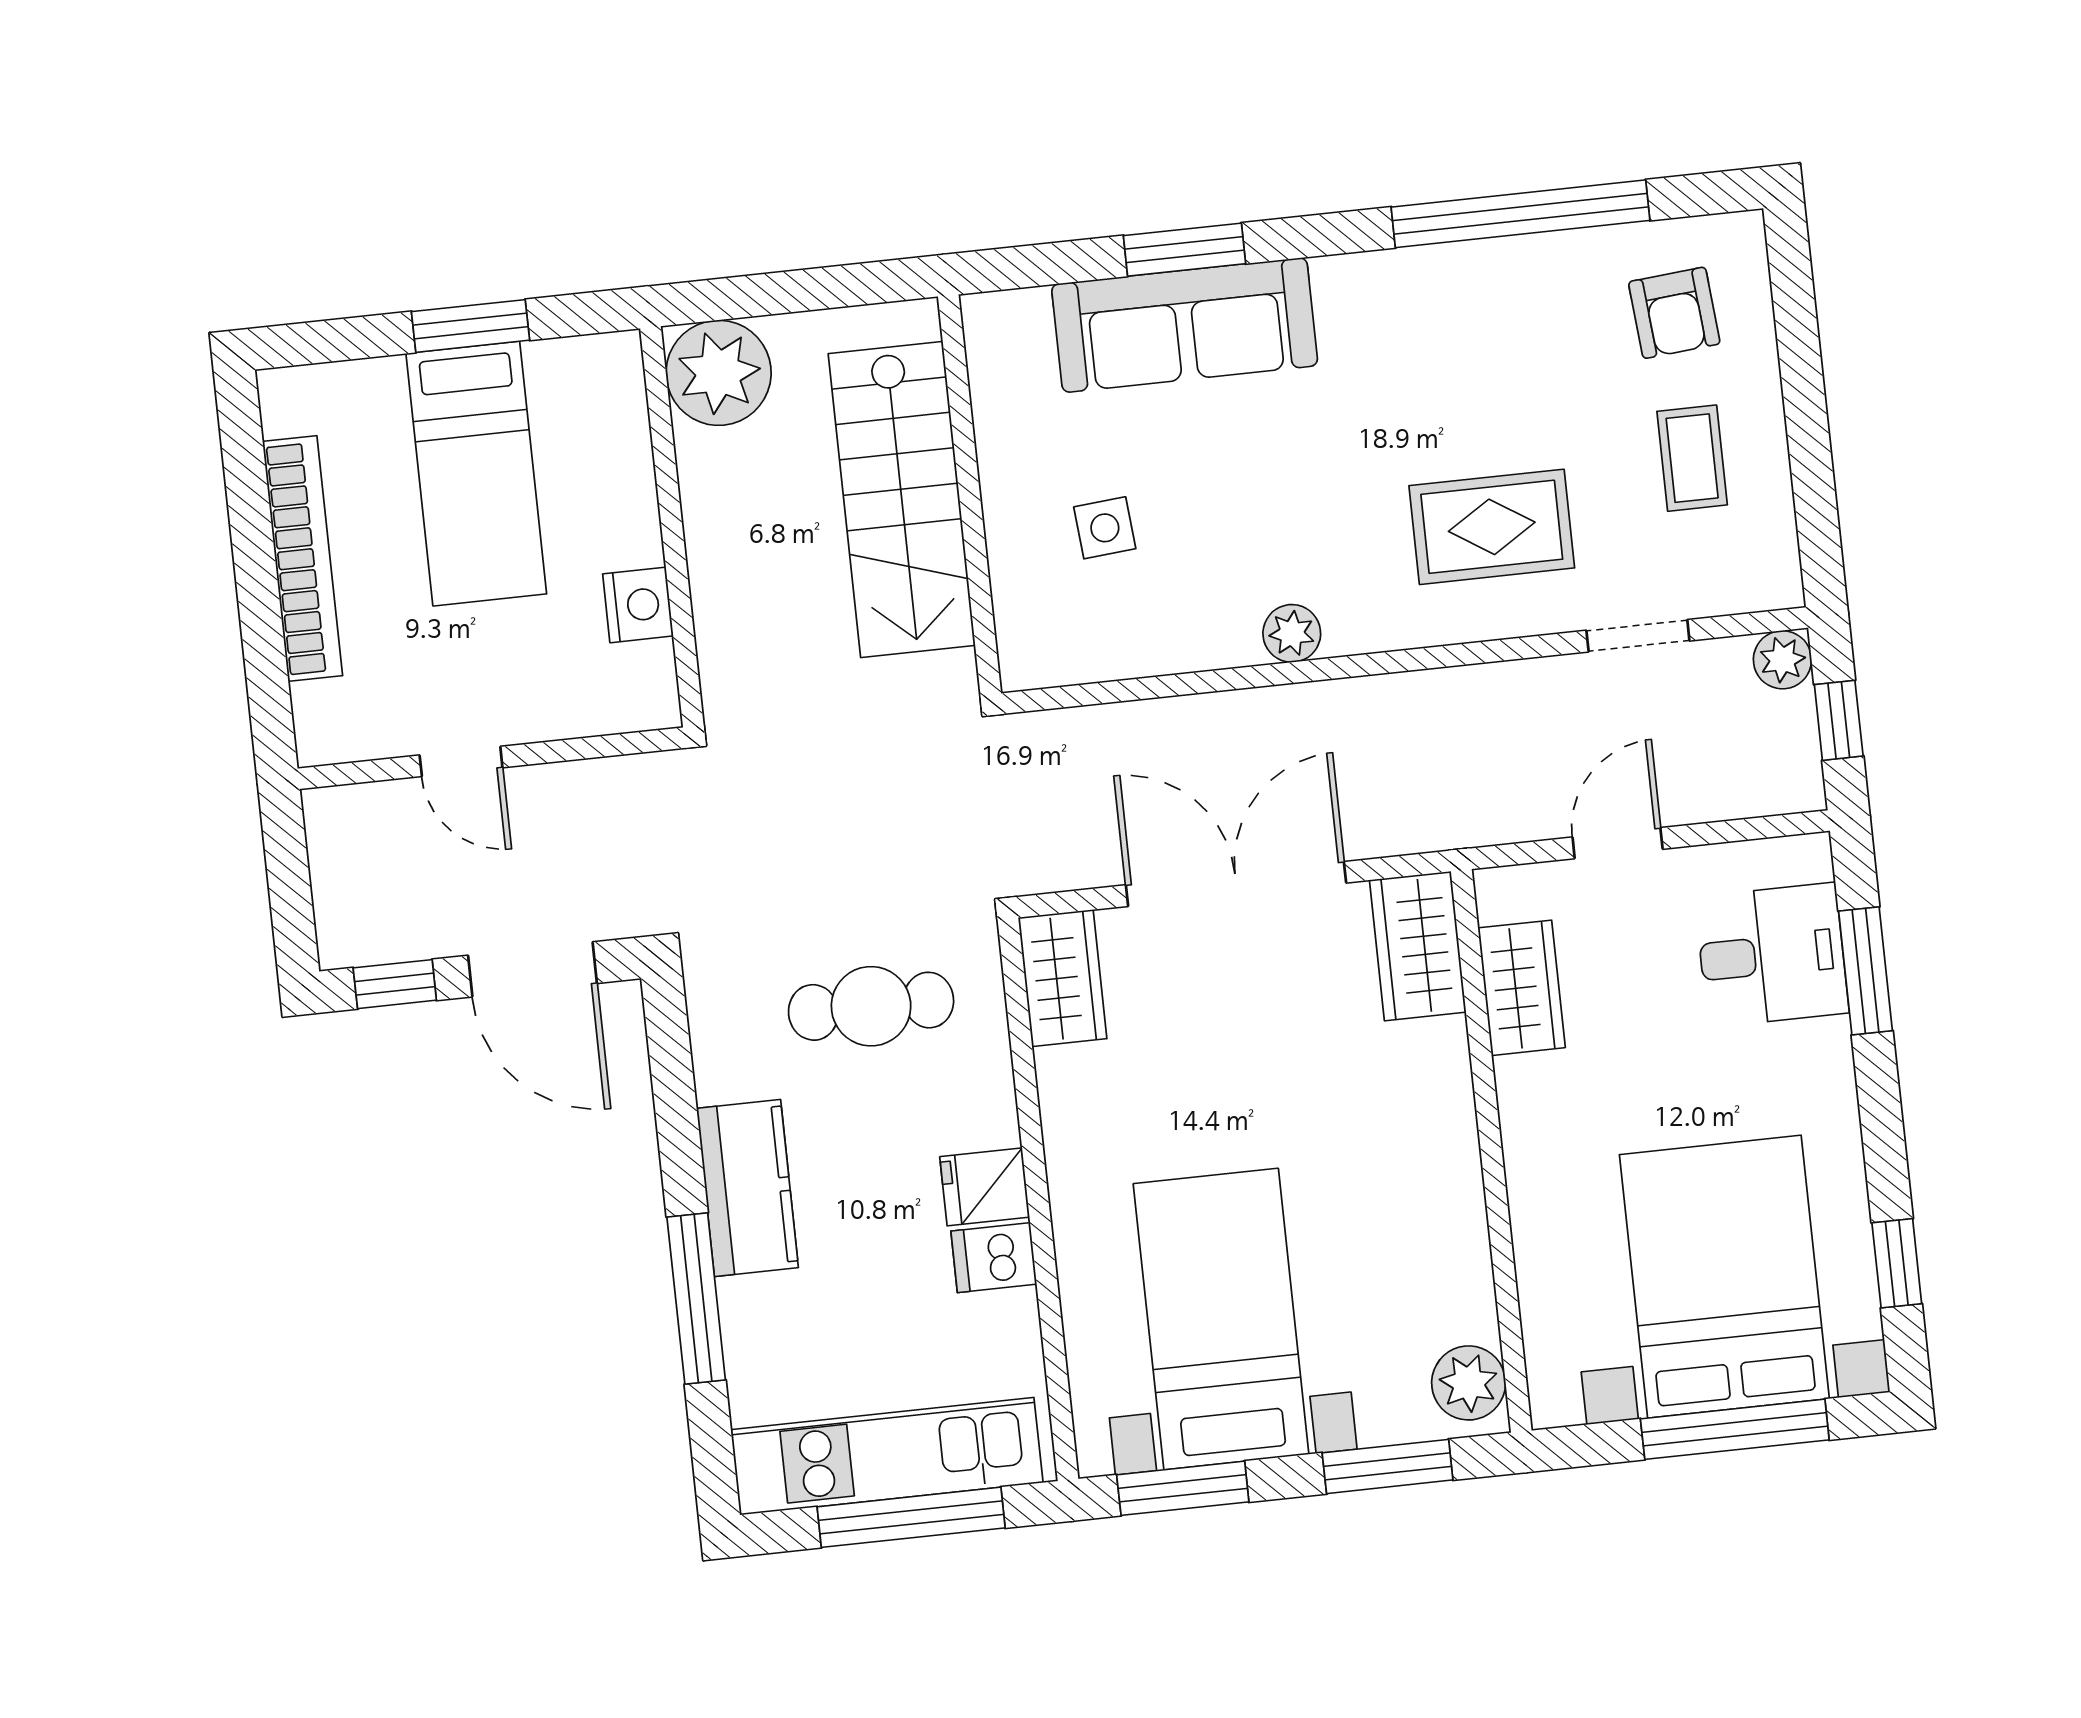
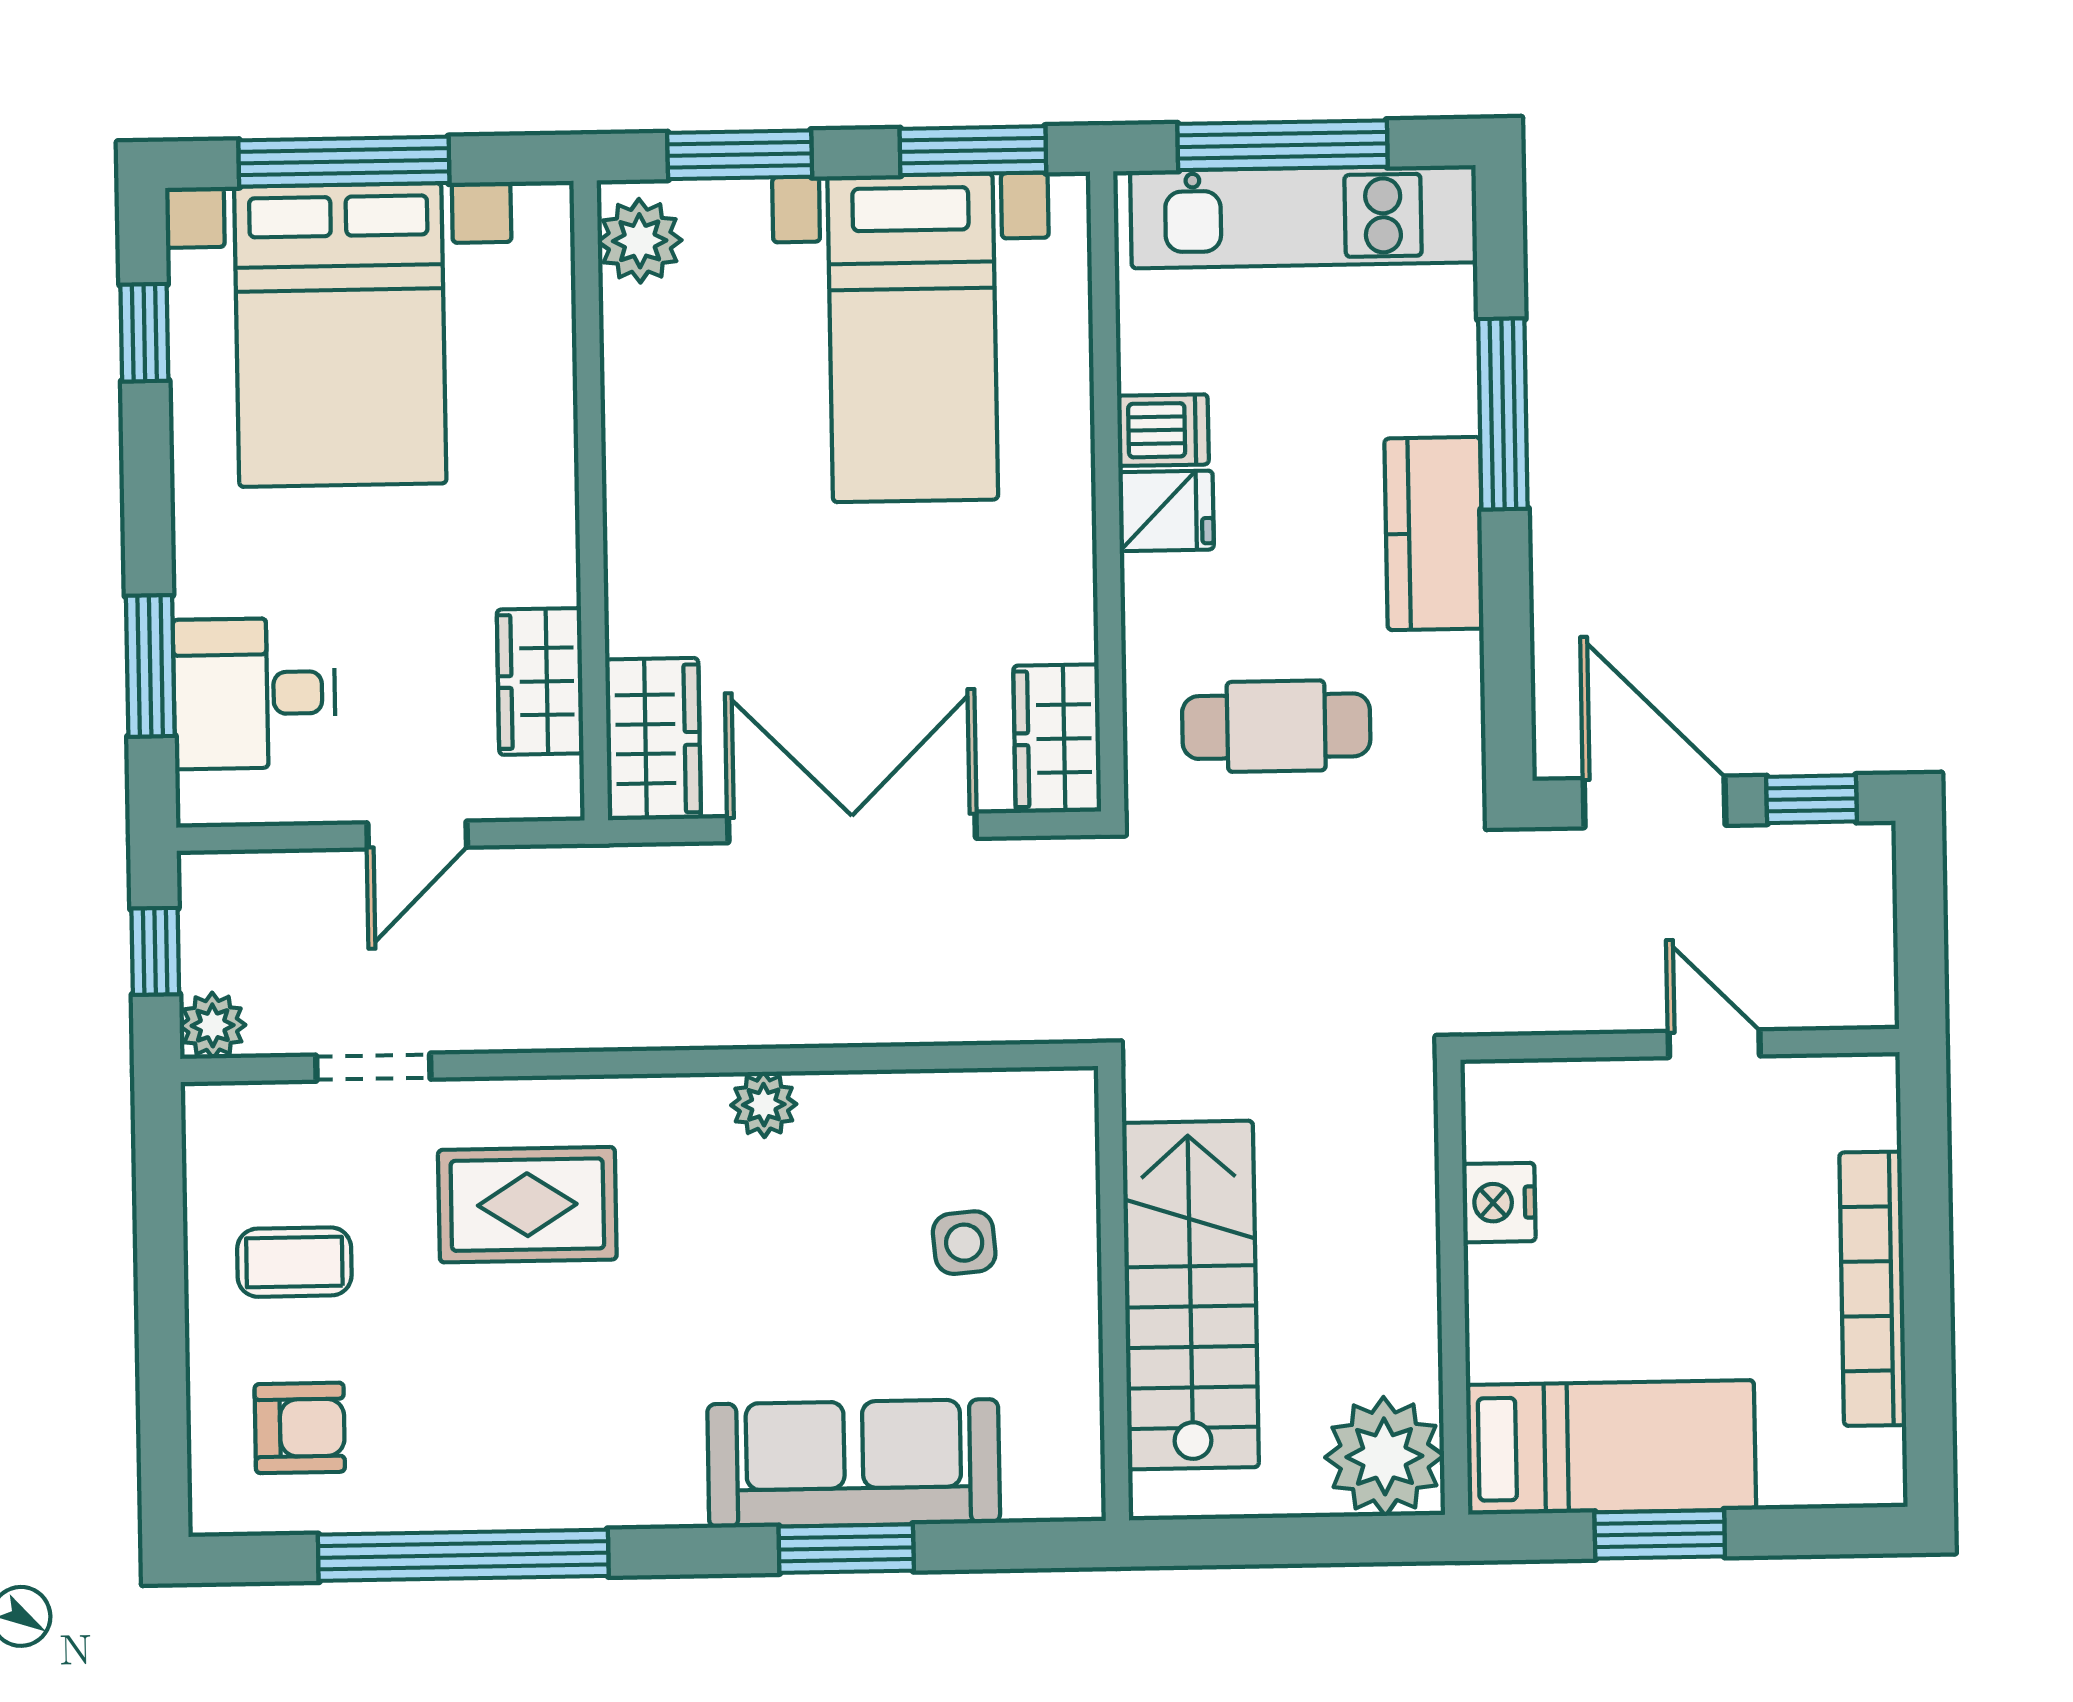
armchair: (1674, 313) -> (300, 1428), turned 95
coffee table: (1692, 458) -> (294, 1262), turned 90
bed: (476, 474) -> (1611, 1447), moved, turned 90
double door: (1236, 884) -> (852, 827), swing flipped

